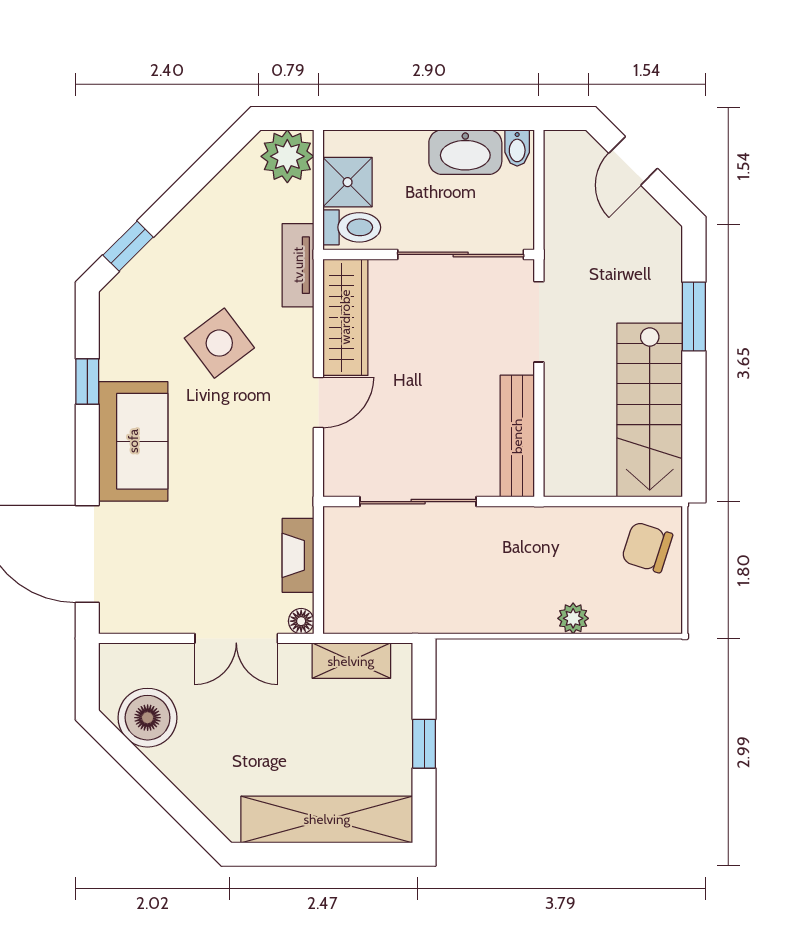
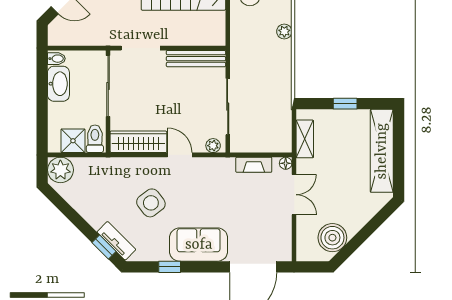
tv unit: (298, 265) -> (116, 241), moved, turned -135
plant: (338, 471) -> (213, 146), added

